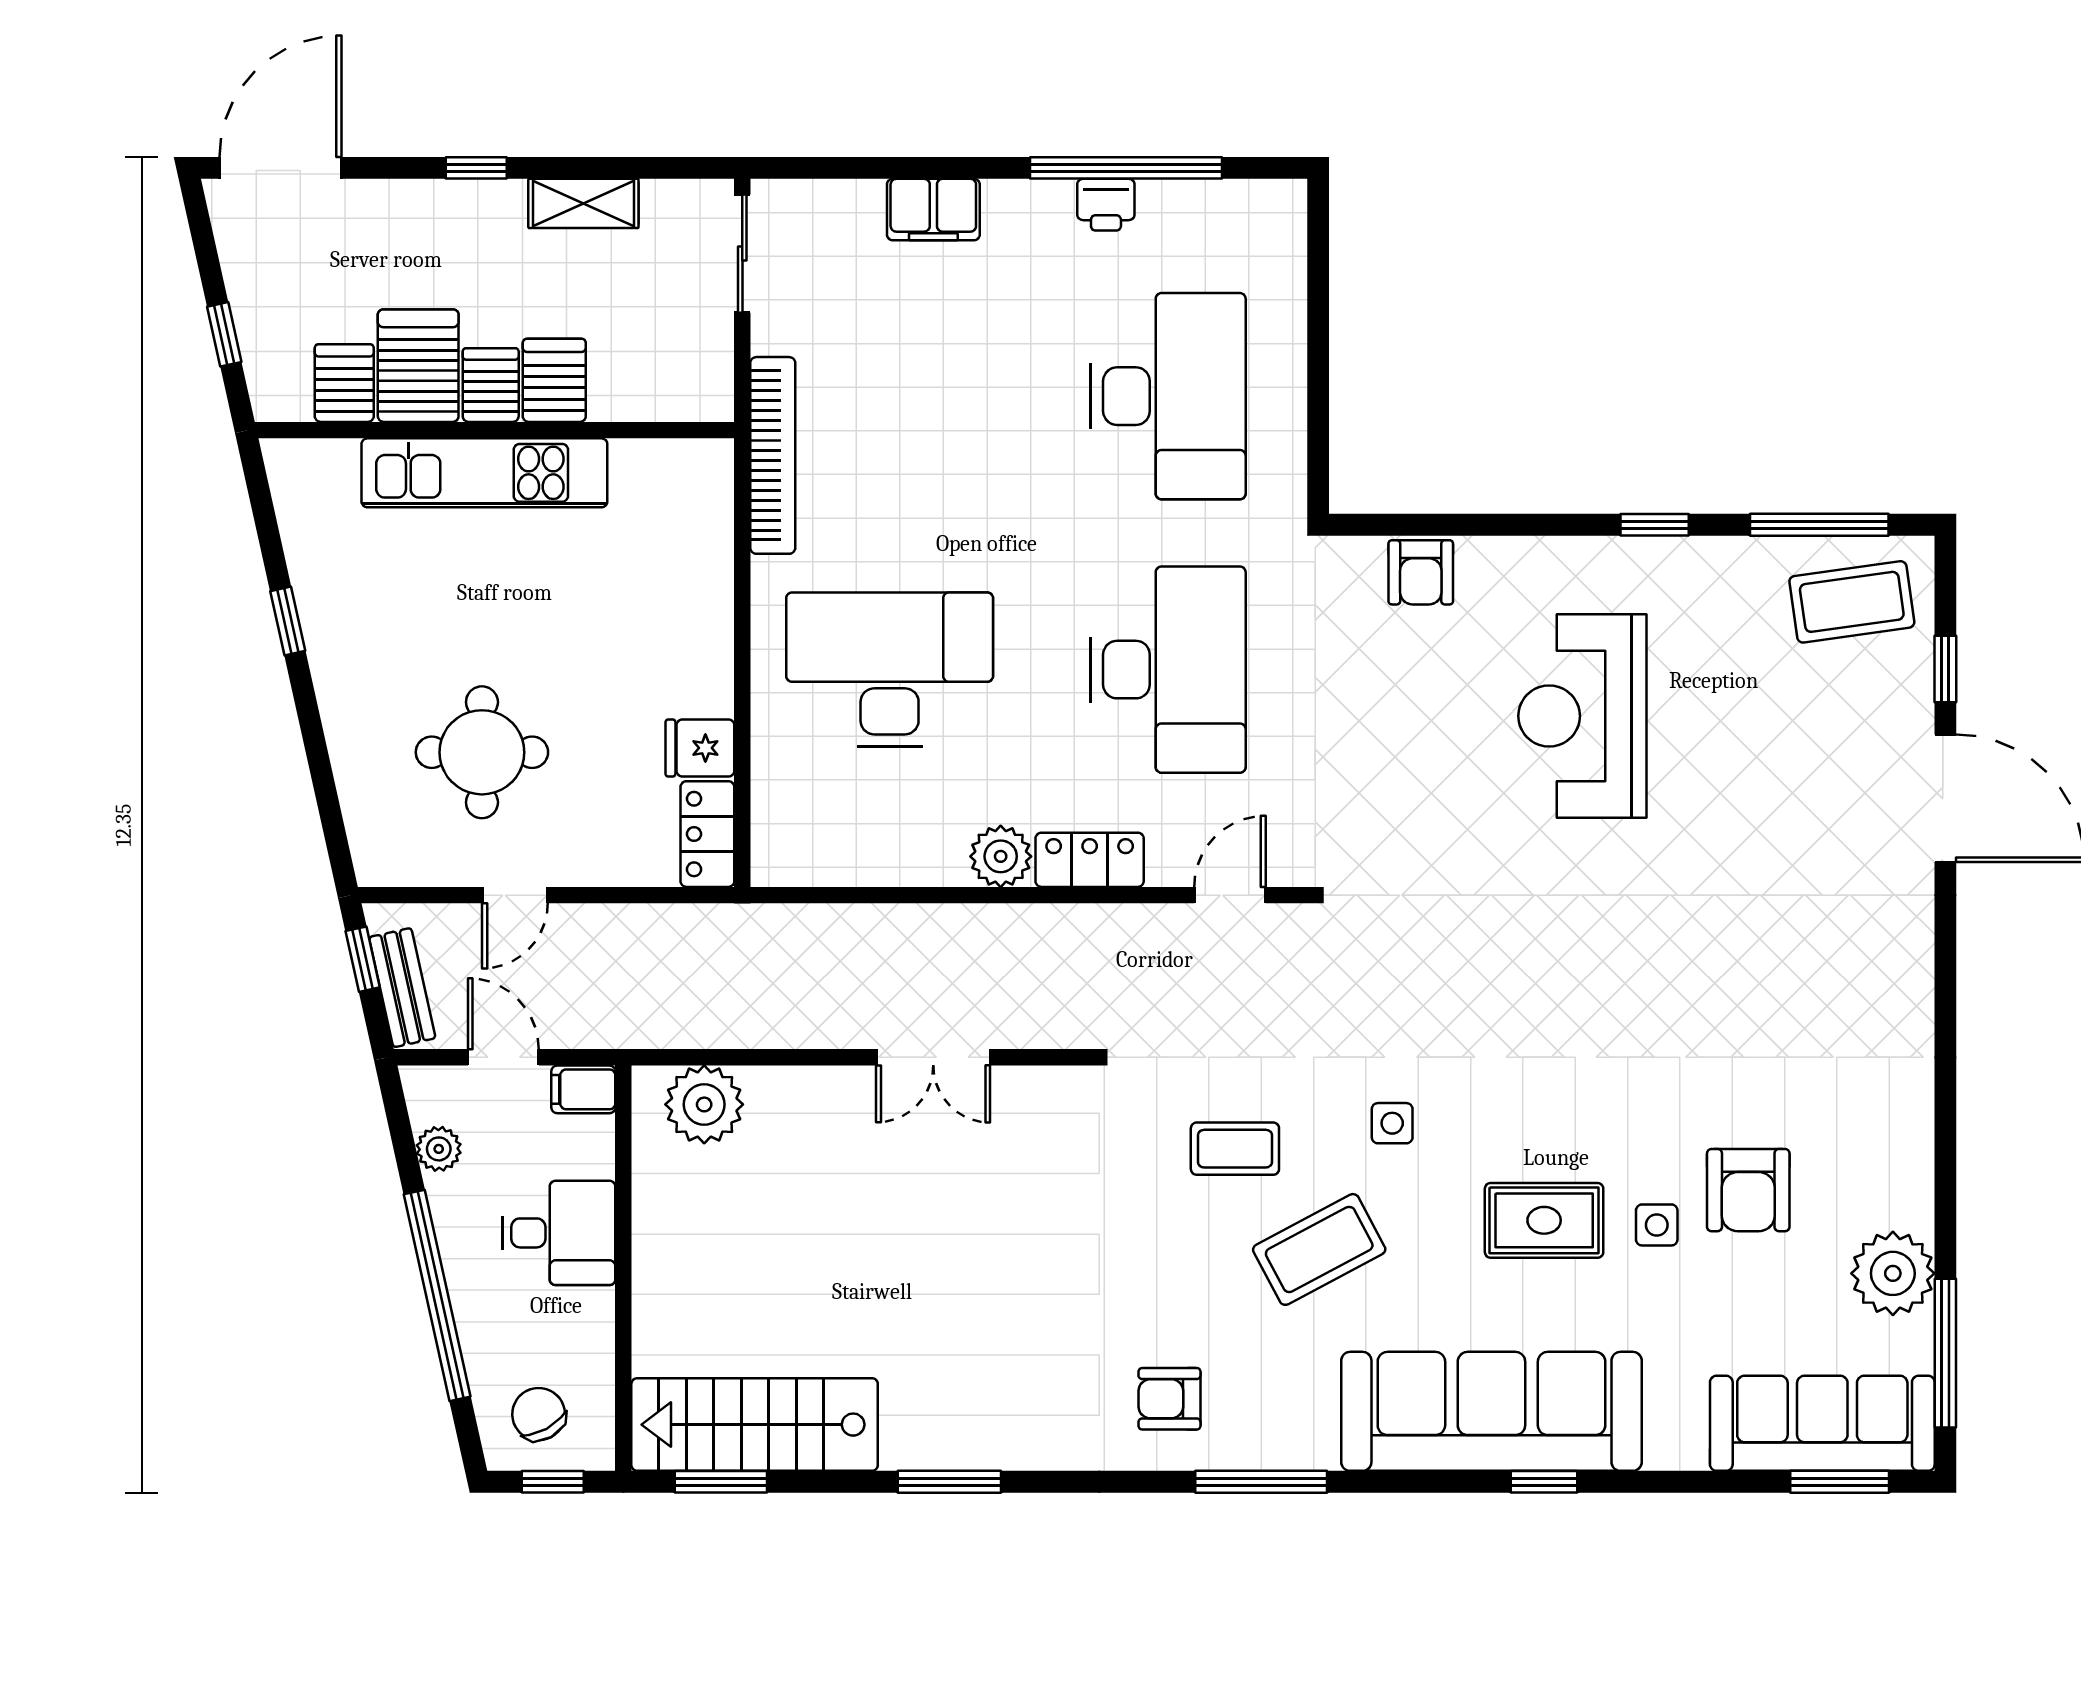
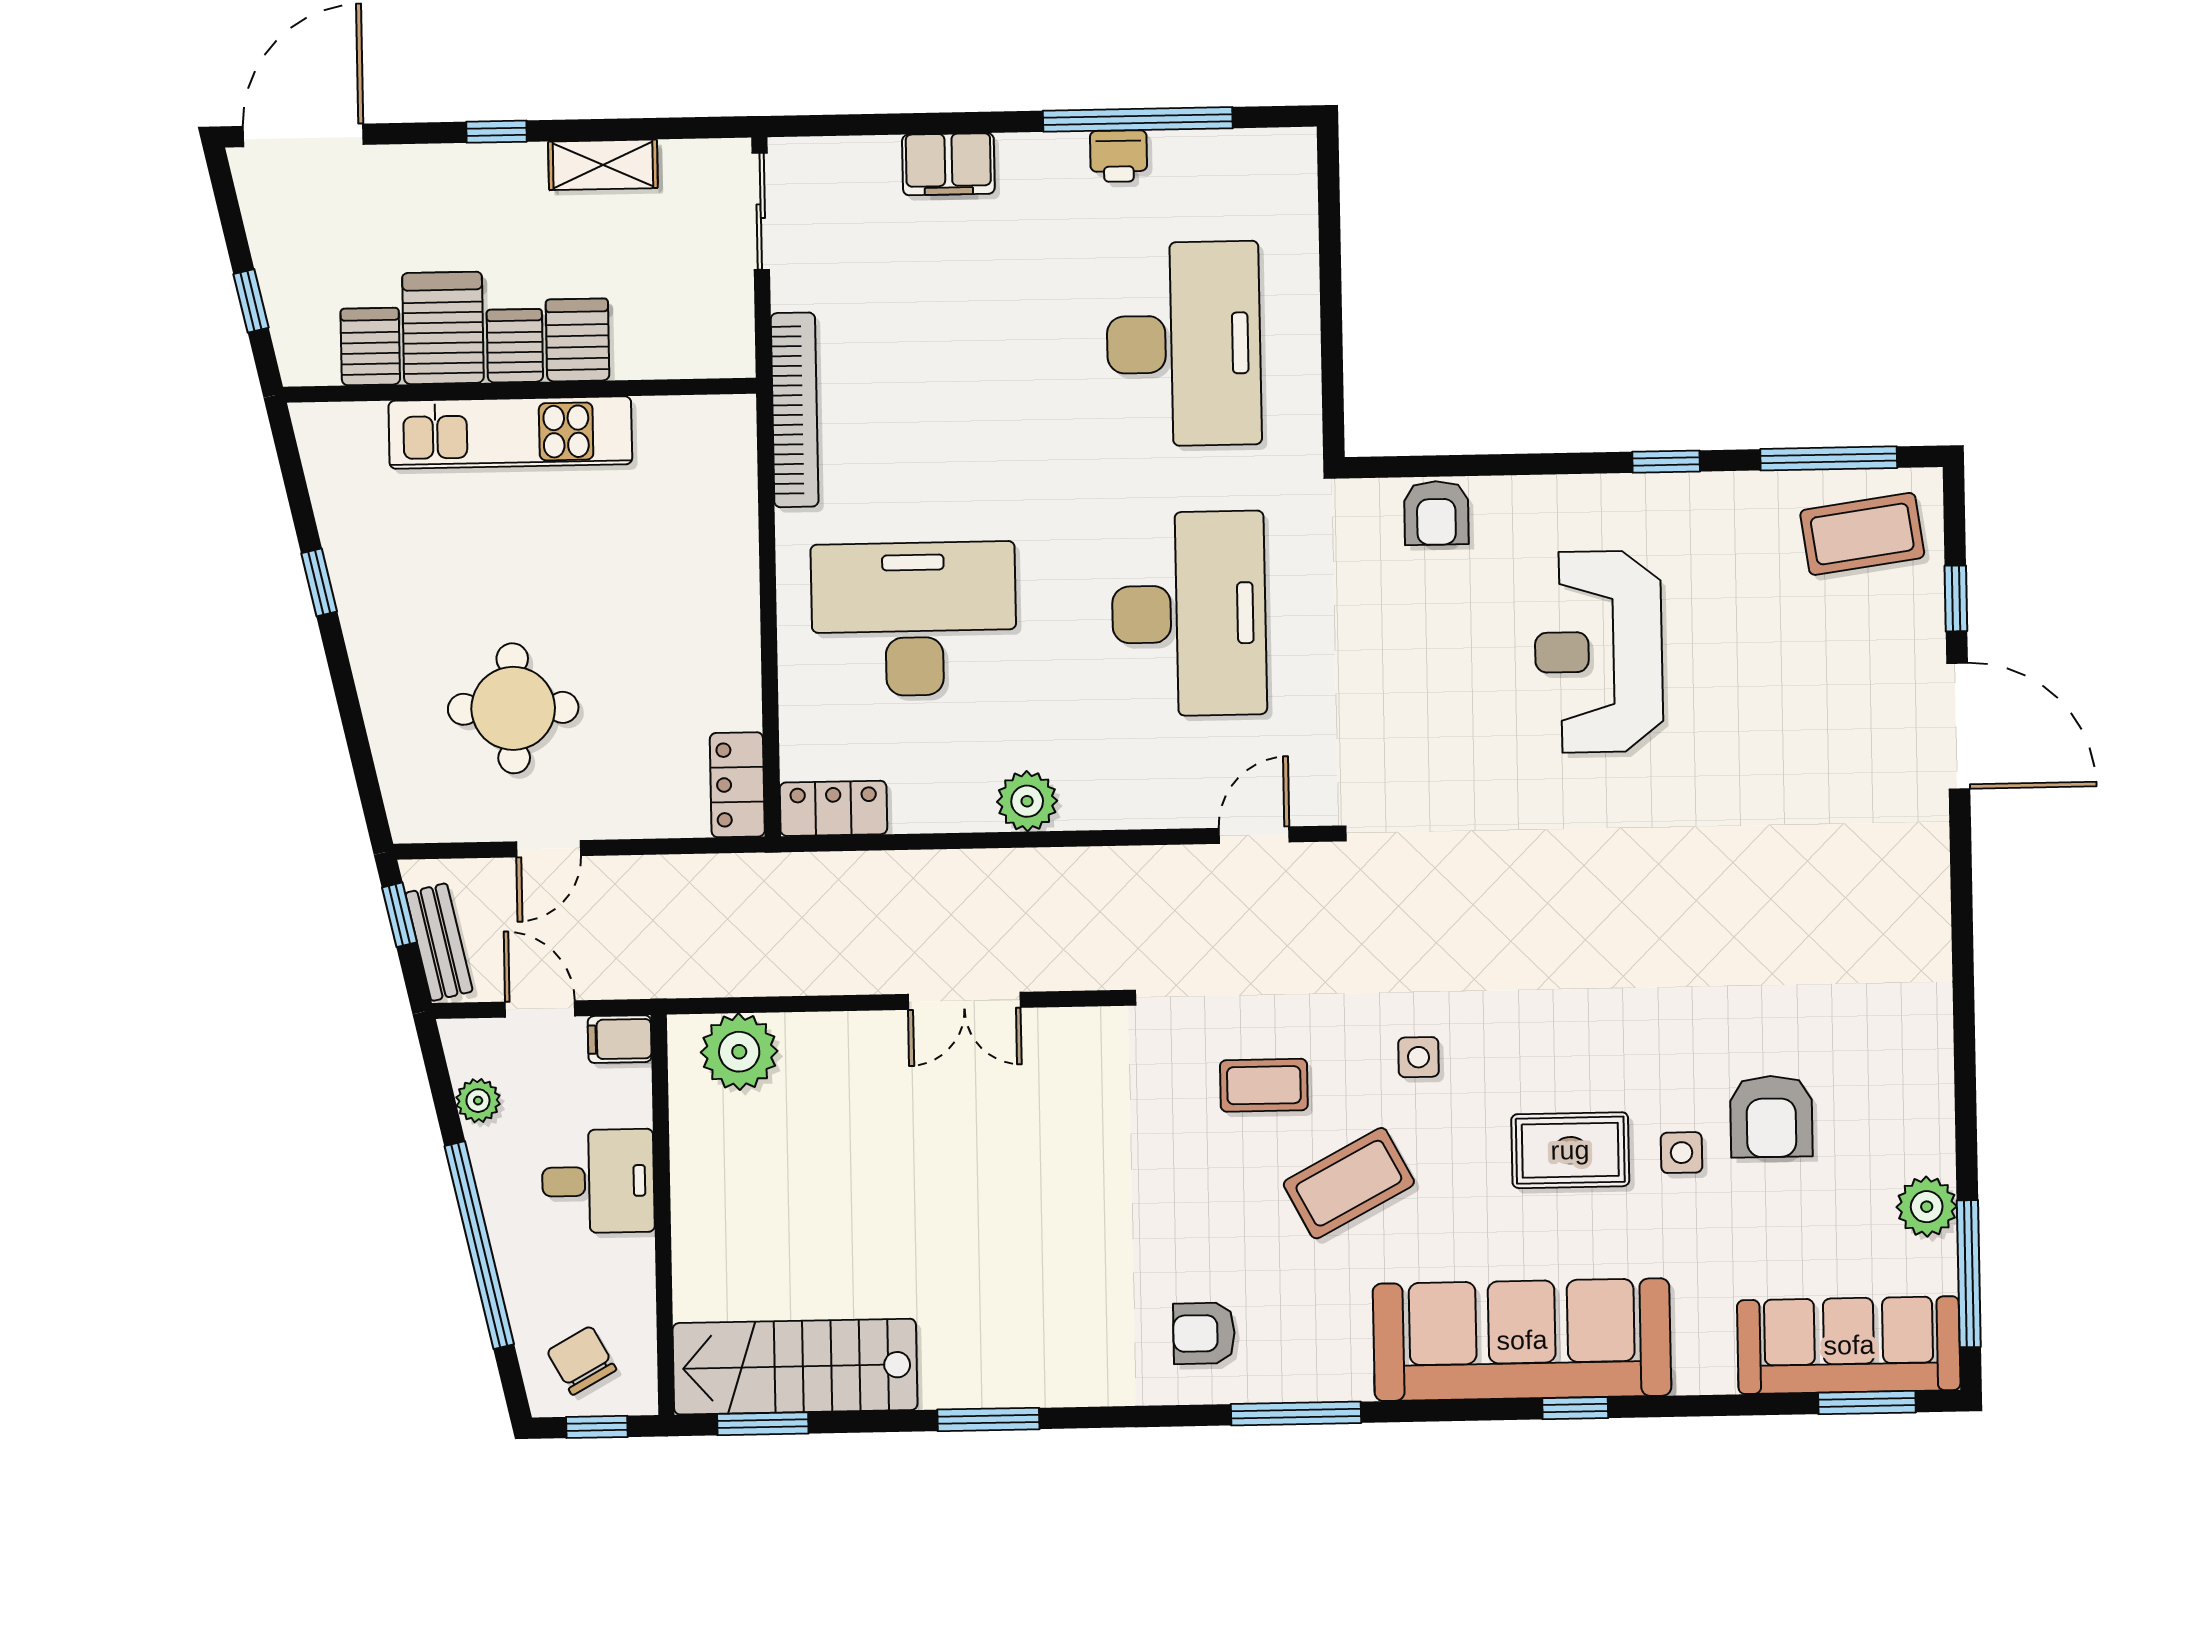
fridge: (700, 748) -> (728, 700), removed
locker: (1090, 860) -> (833, 808), moved
plant: (1893, 1273) -> (1927, 1207), width x0.73, depth x0.73

